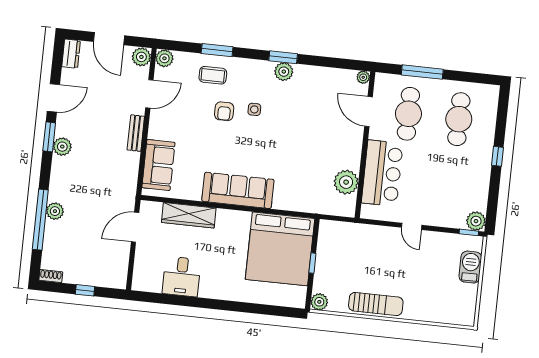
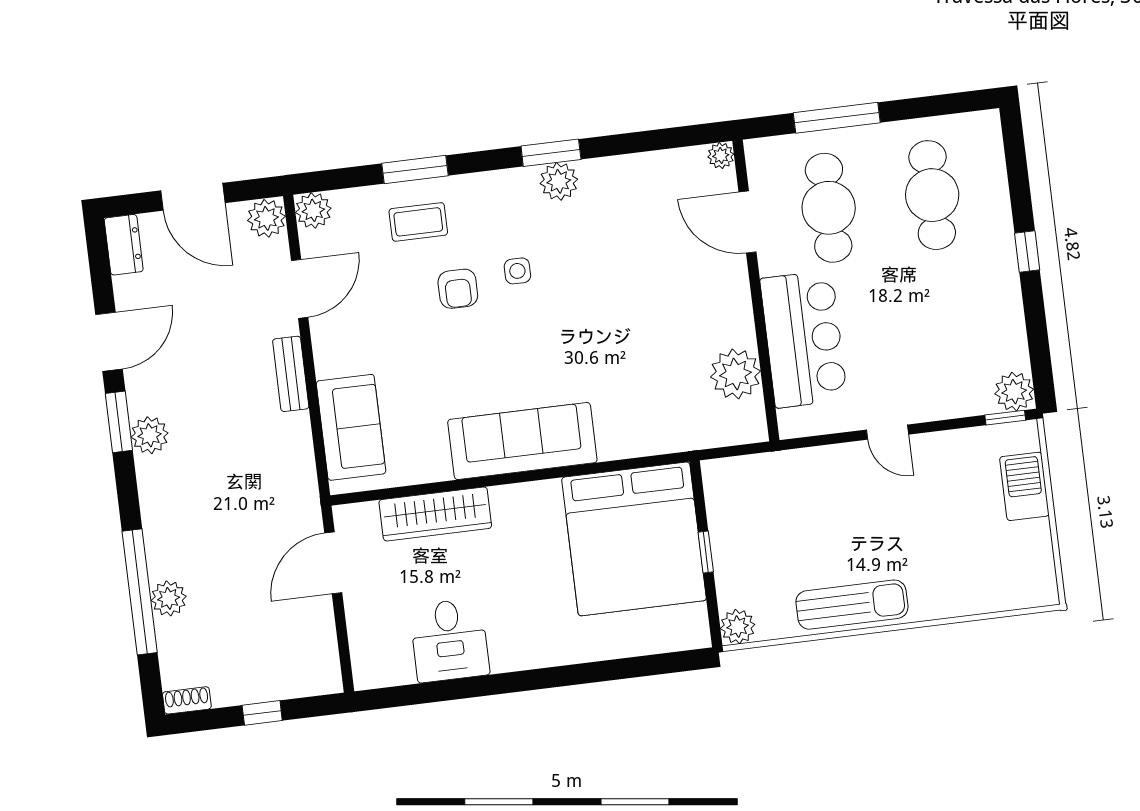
plant: (55, 211) -> (169, 598), moved

